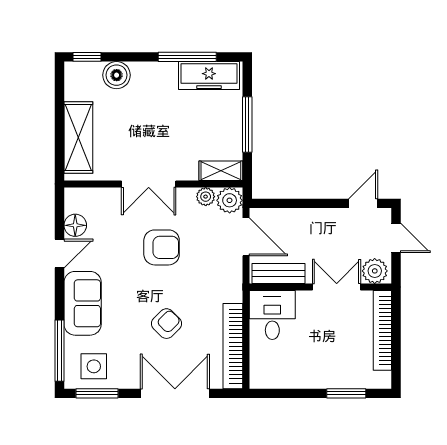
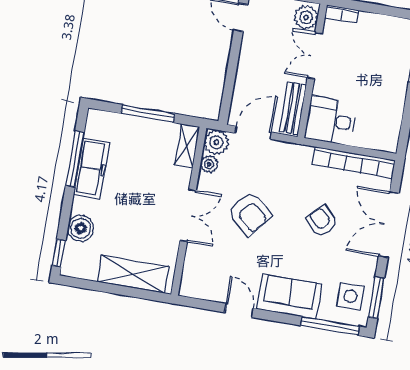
freezer: (209, 76) -> (91, 168), moved
floor lamp: (75, 225) -> (215, 291), removed
armchair: (162, 247) -> (250, 214), turned 131
bookcase: (382, 330) -> (342, 14), width x0.43, depth x0.76

